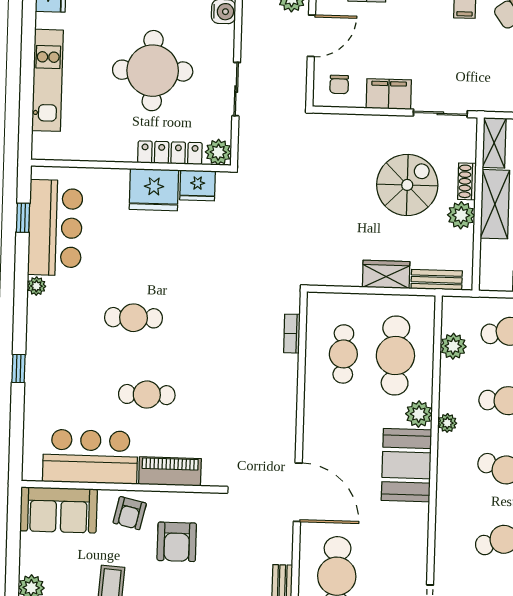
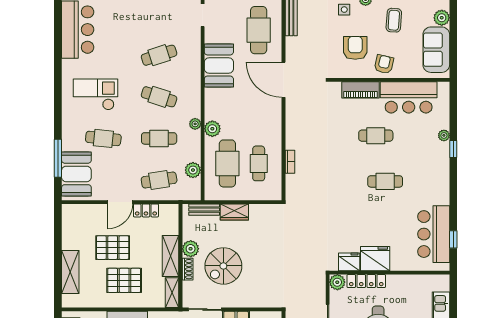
plant: (36, 286) -> (444, 135), moved
bookcase: (292, 334) -> (290, 162), moved
booth: (406, 465) -> (219, 65), moved
sofa: (59, 510) -> (436, 50), moved, turned -90

